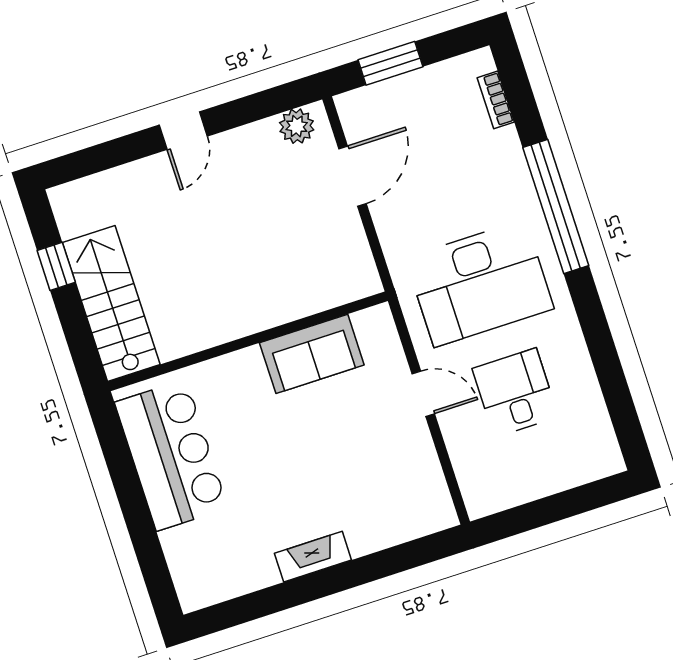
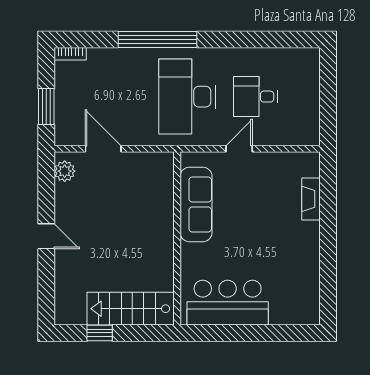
bookcase: (496, 100) -> (70, 54), moved
desk: (480, 283) -> (187, 97), turned 180
sofa: (312, 354) -> (196, 204), width x1.36
fireplace: (313, 557) -> (311, 199), moved

